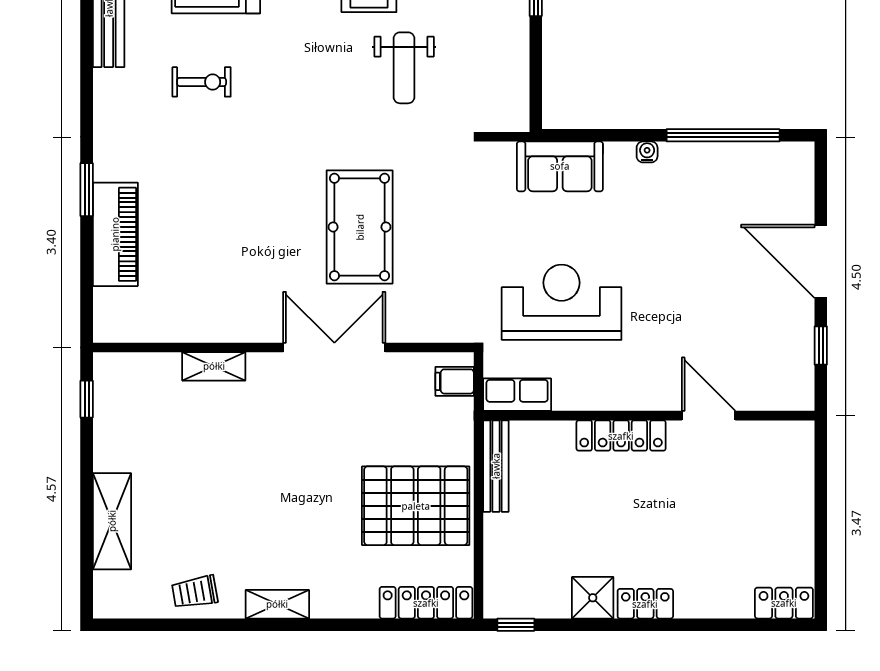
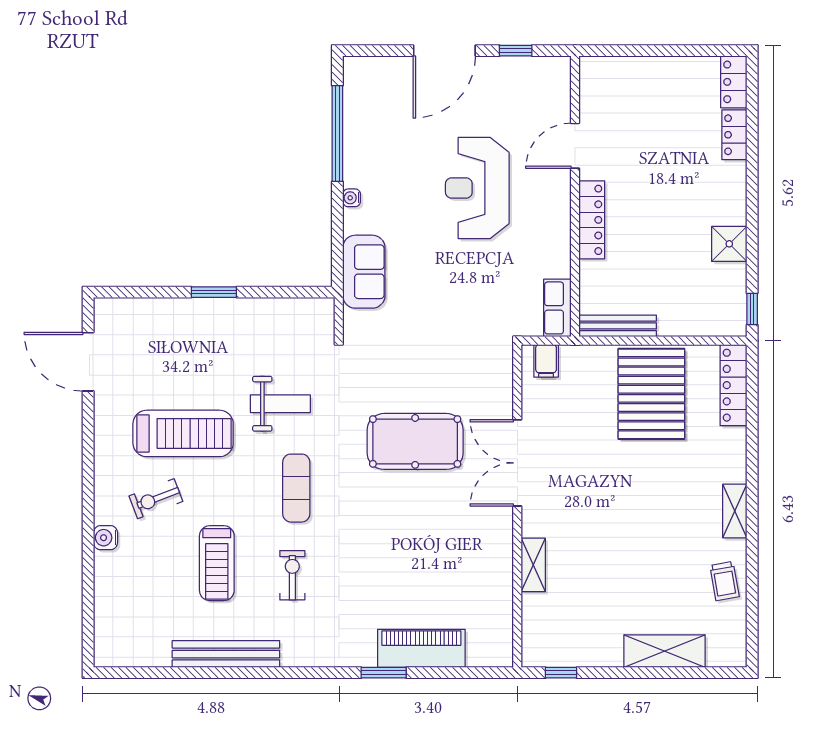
exercise mat: (305, 87) -> (296, 488), added
reception desk: (562, 302) -> (477, 188), moved
locker: (645, 604) -> (734, 135), moved

